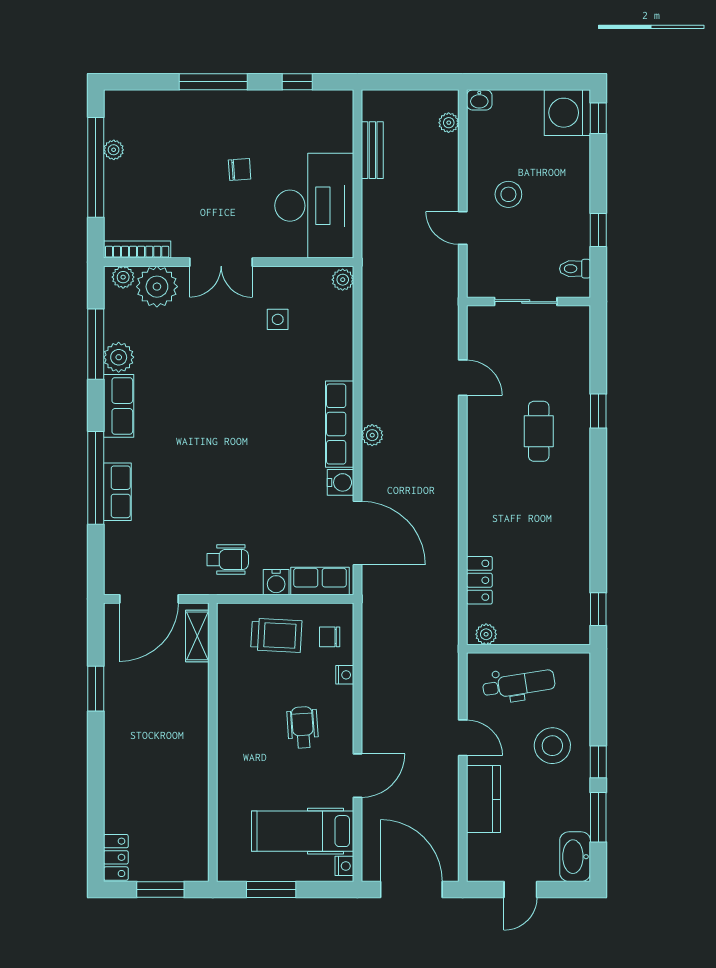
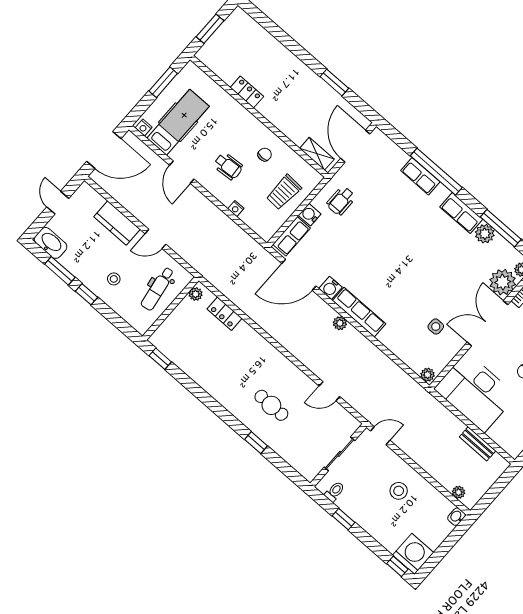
door: (463, 228) -> (380, 436), moved
double door: (221, 262) -> (487, 323), width x1.37
chair: (330, 637) -> (265, 155), moved
stool: (552, 746) -> (114, 279), width x0.53, depth x0.53
locker: (116, 857) -> (247, 92), moved, turned 180

